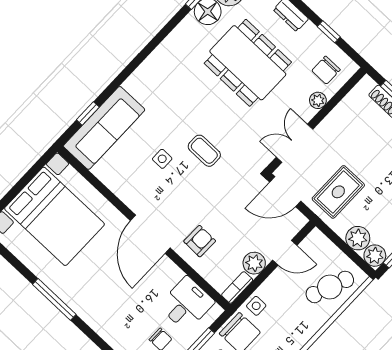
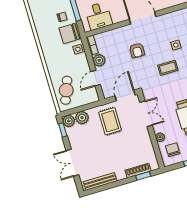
armchair: (200, 241) -> (137, 50), moved

